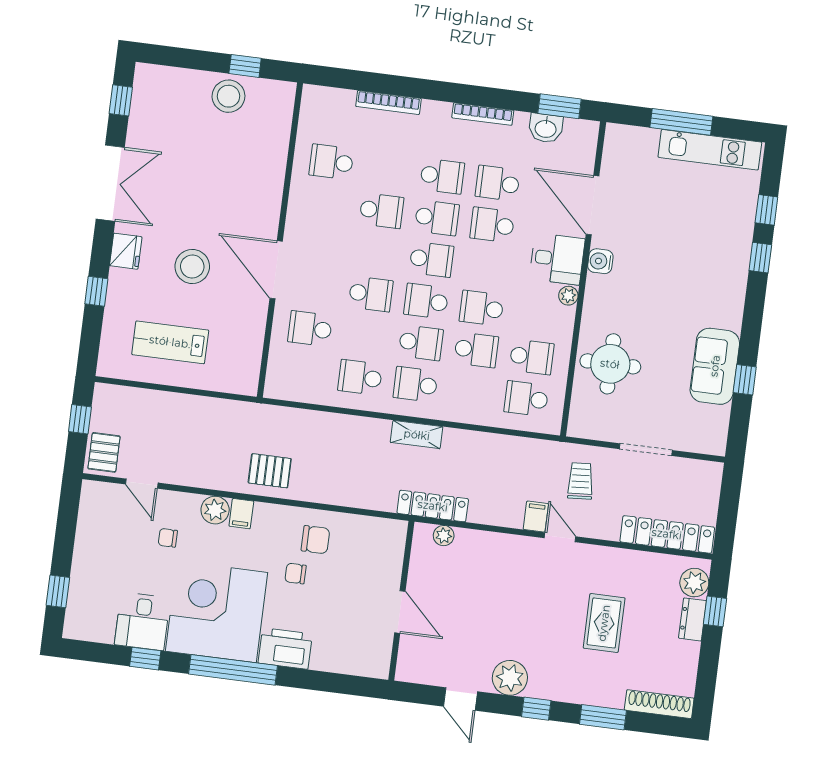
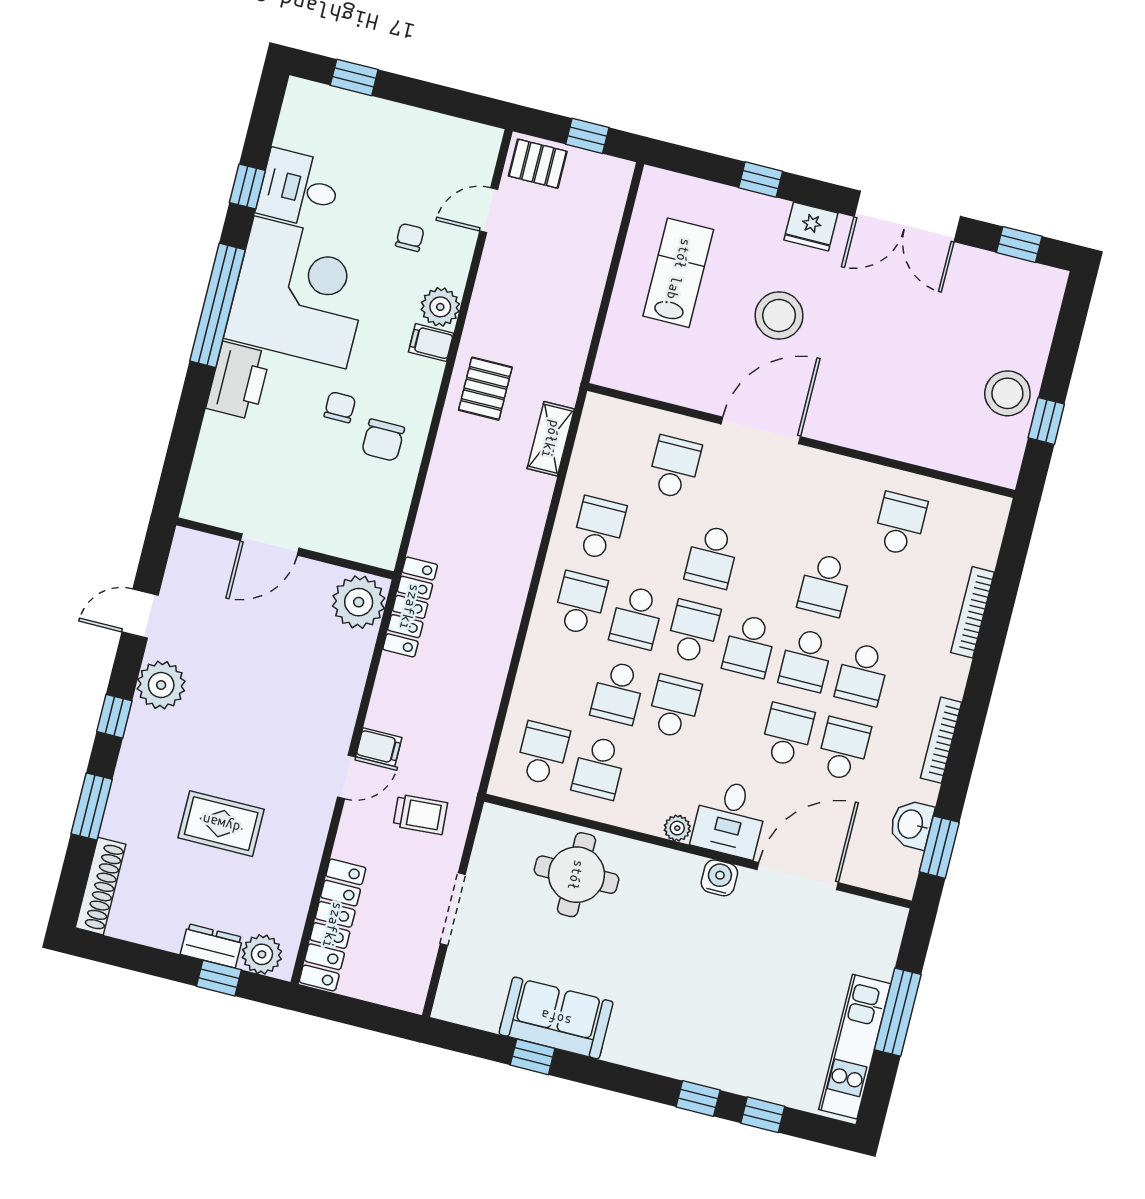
shelving: (417, 435) -> (551, 439), moved
plant: (444, 536) -> (359, 602), width x1.87, depth x1.87

